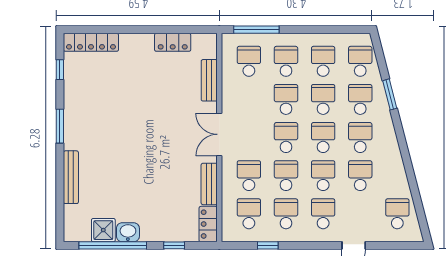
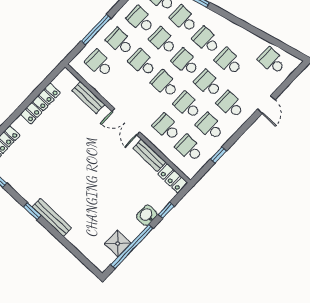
window: (256, 30) -> (96, 30), moved
locker: (173, 42) -> (40, 104), width x1.53
window: (60, 126) -> (32, 211), width x0.67
bench: (71, 177) -> (52, 217), moved
washbasin: (128, 232) -> (147, 215), moved

